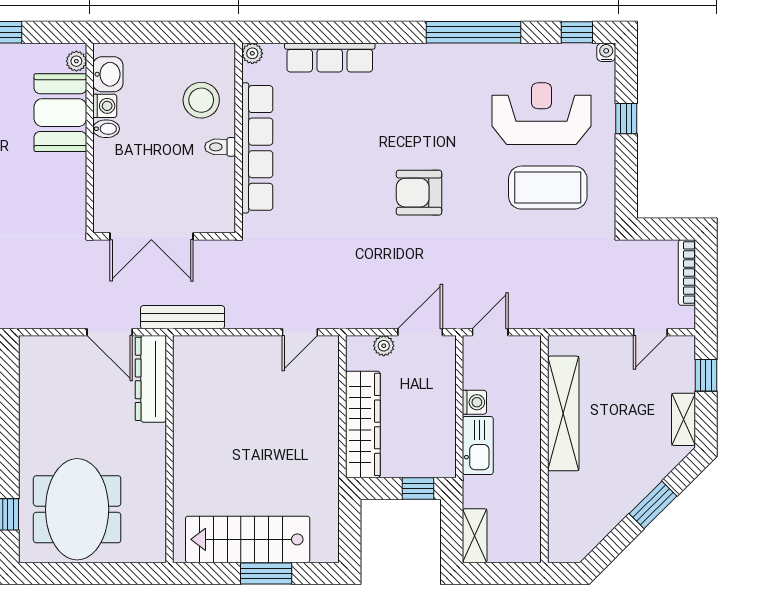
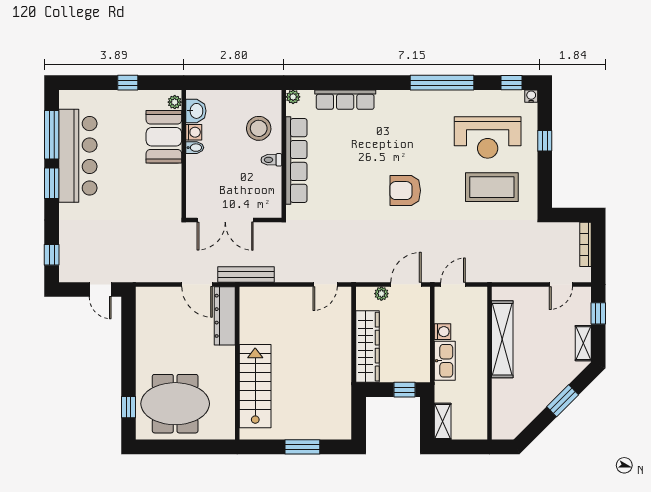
reception desk: (541, 114) -> (488, 137), turned 180
meeting table: (77, 509) -> (175, 404), turned 90
stairs: (248, 539) -> (255, 386), moved, turned 90

